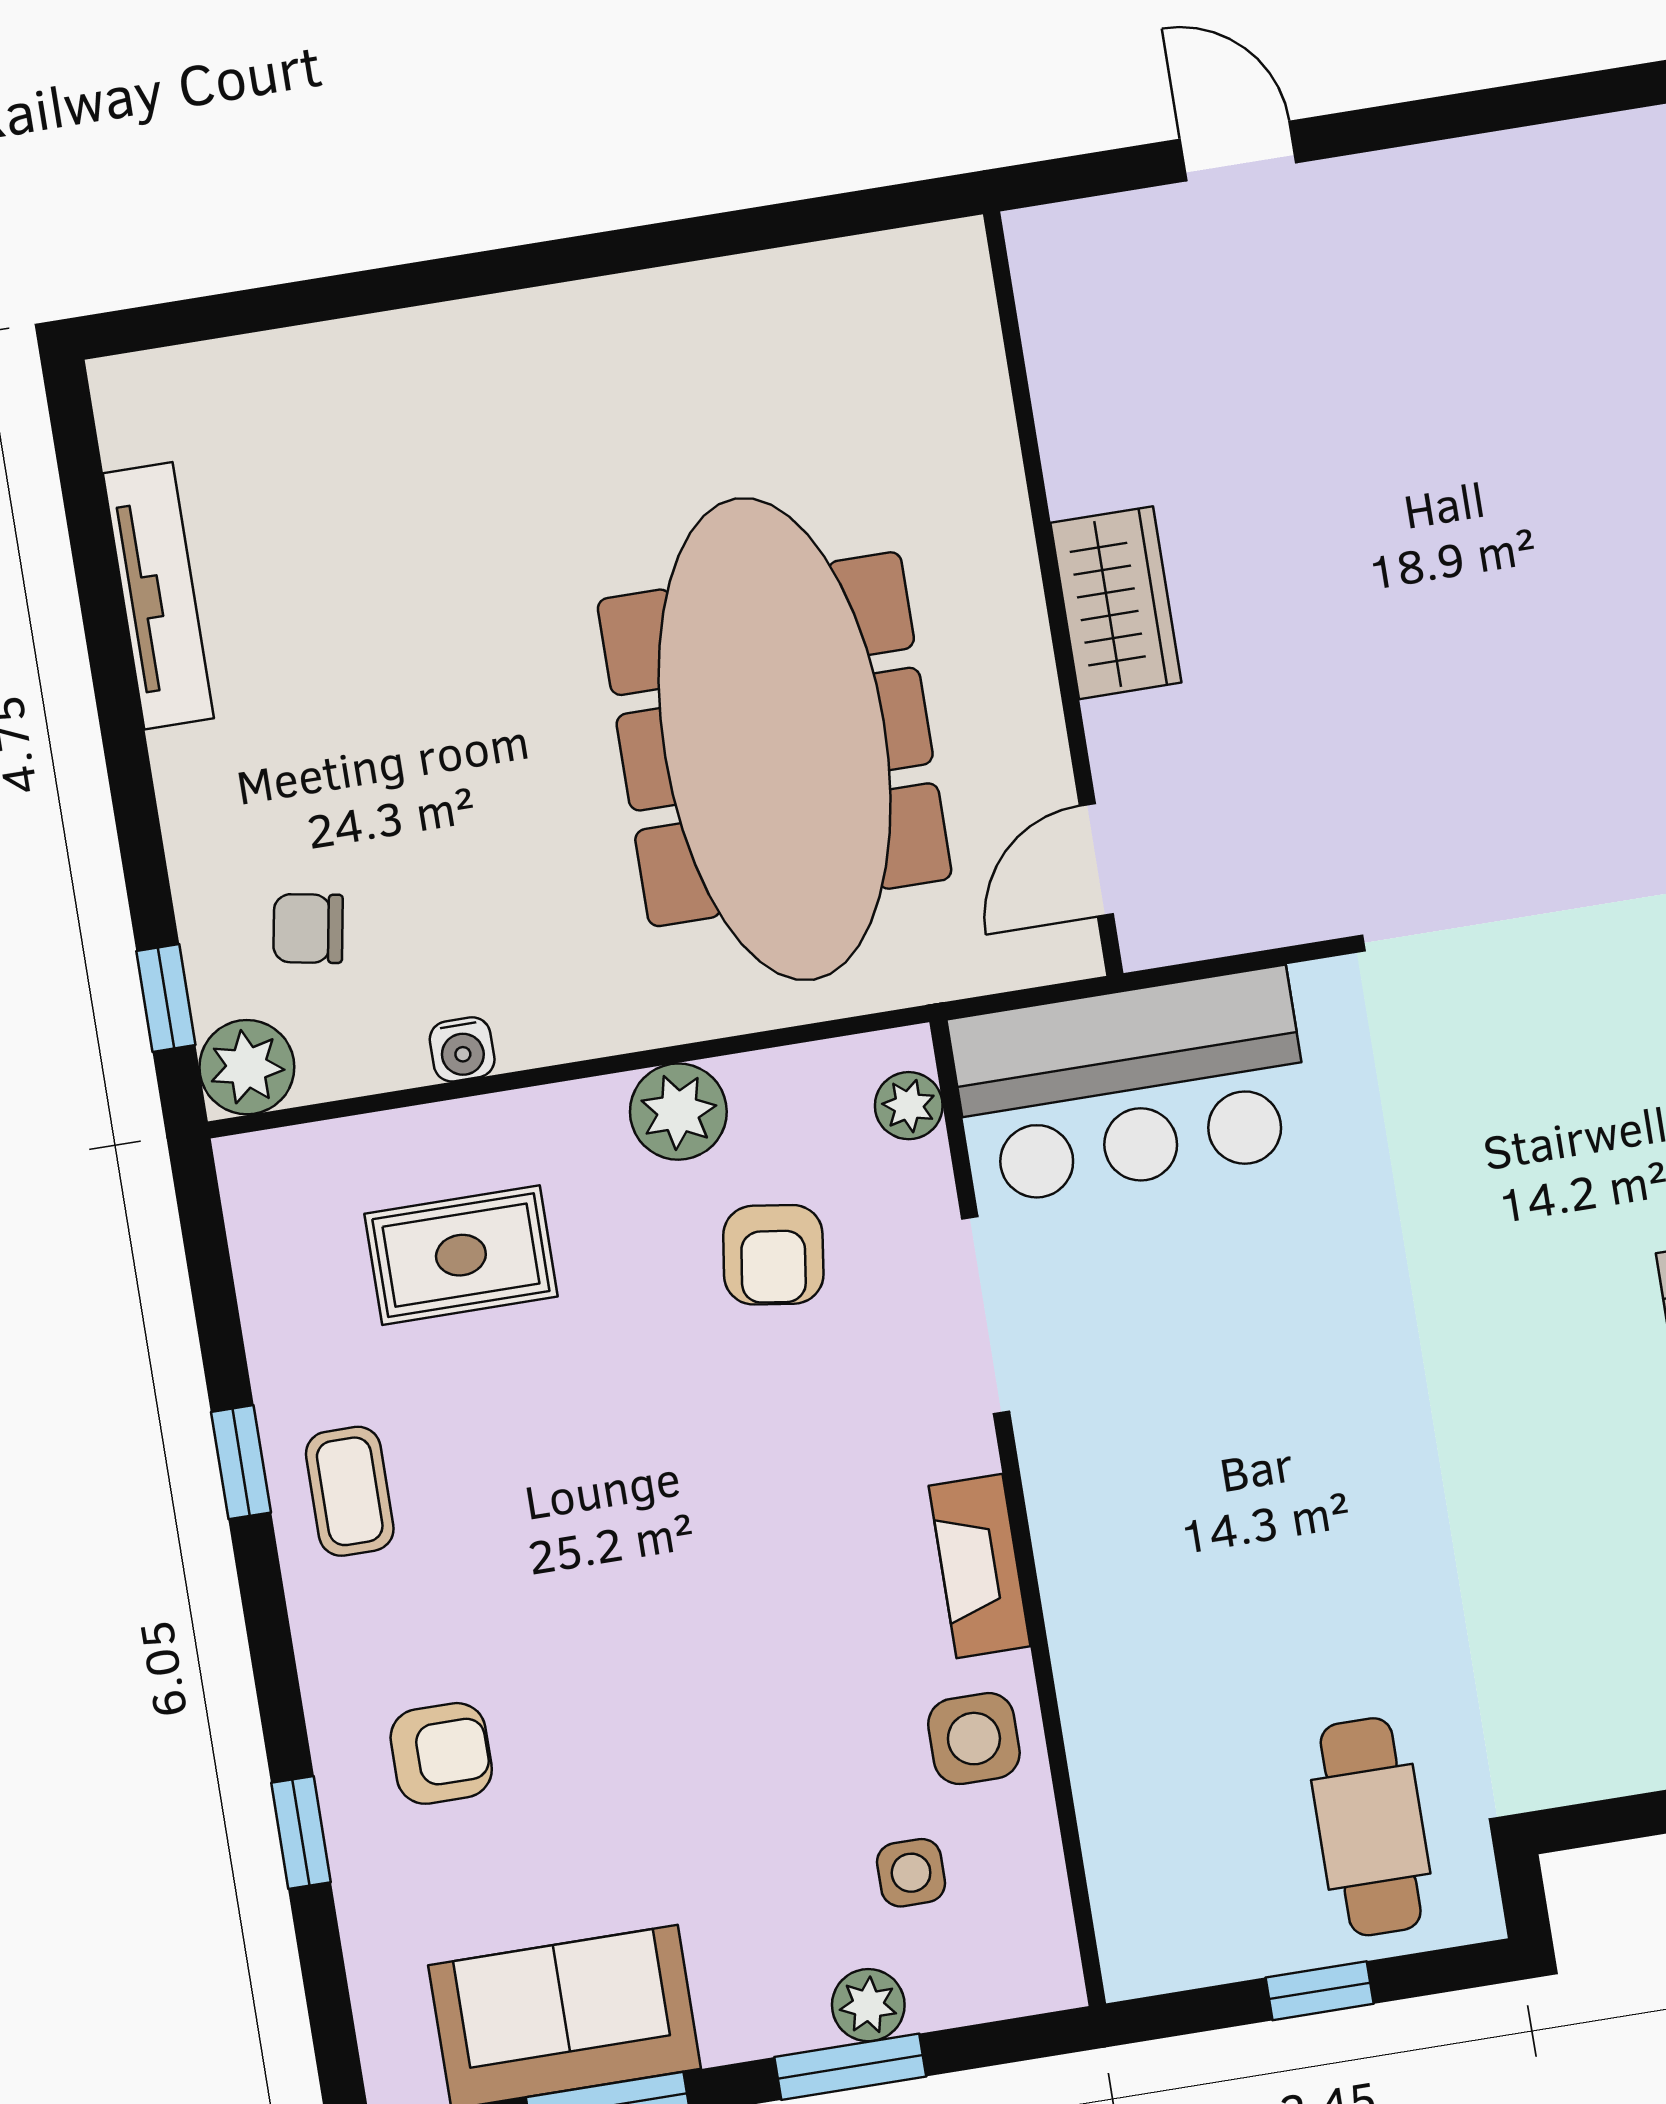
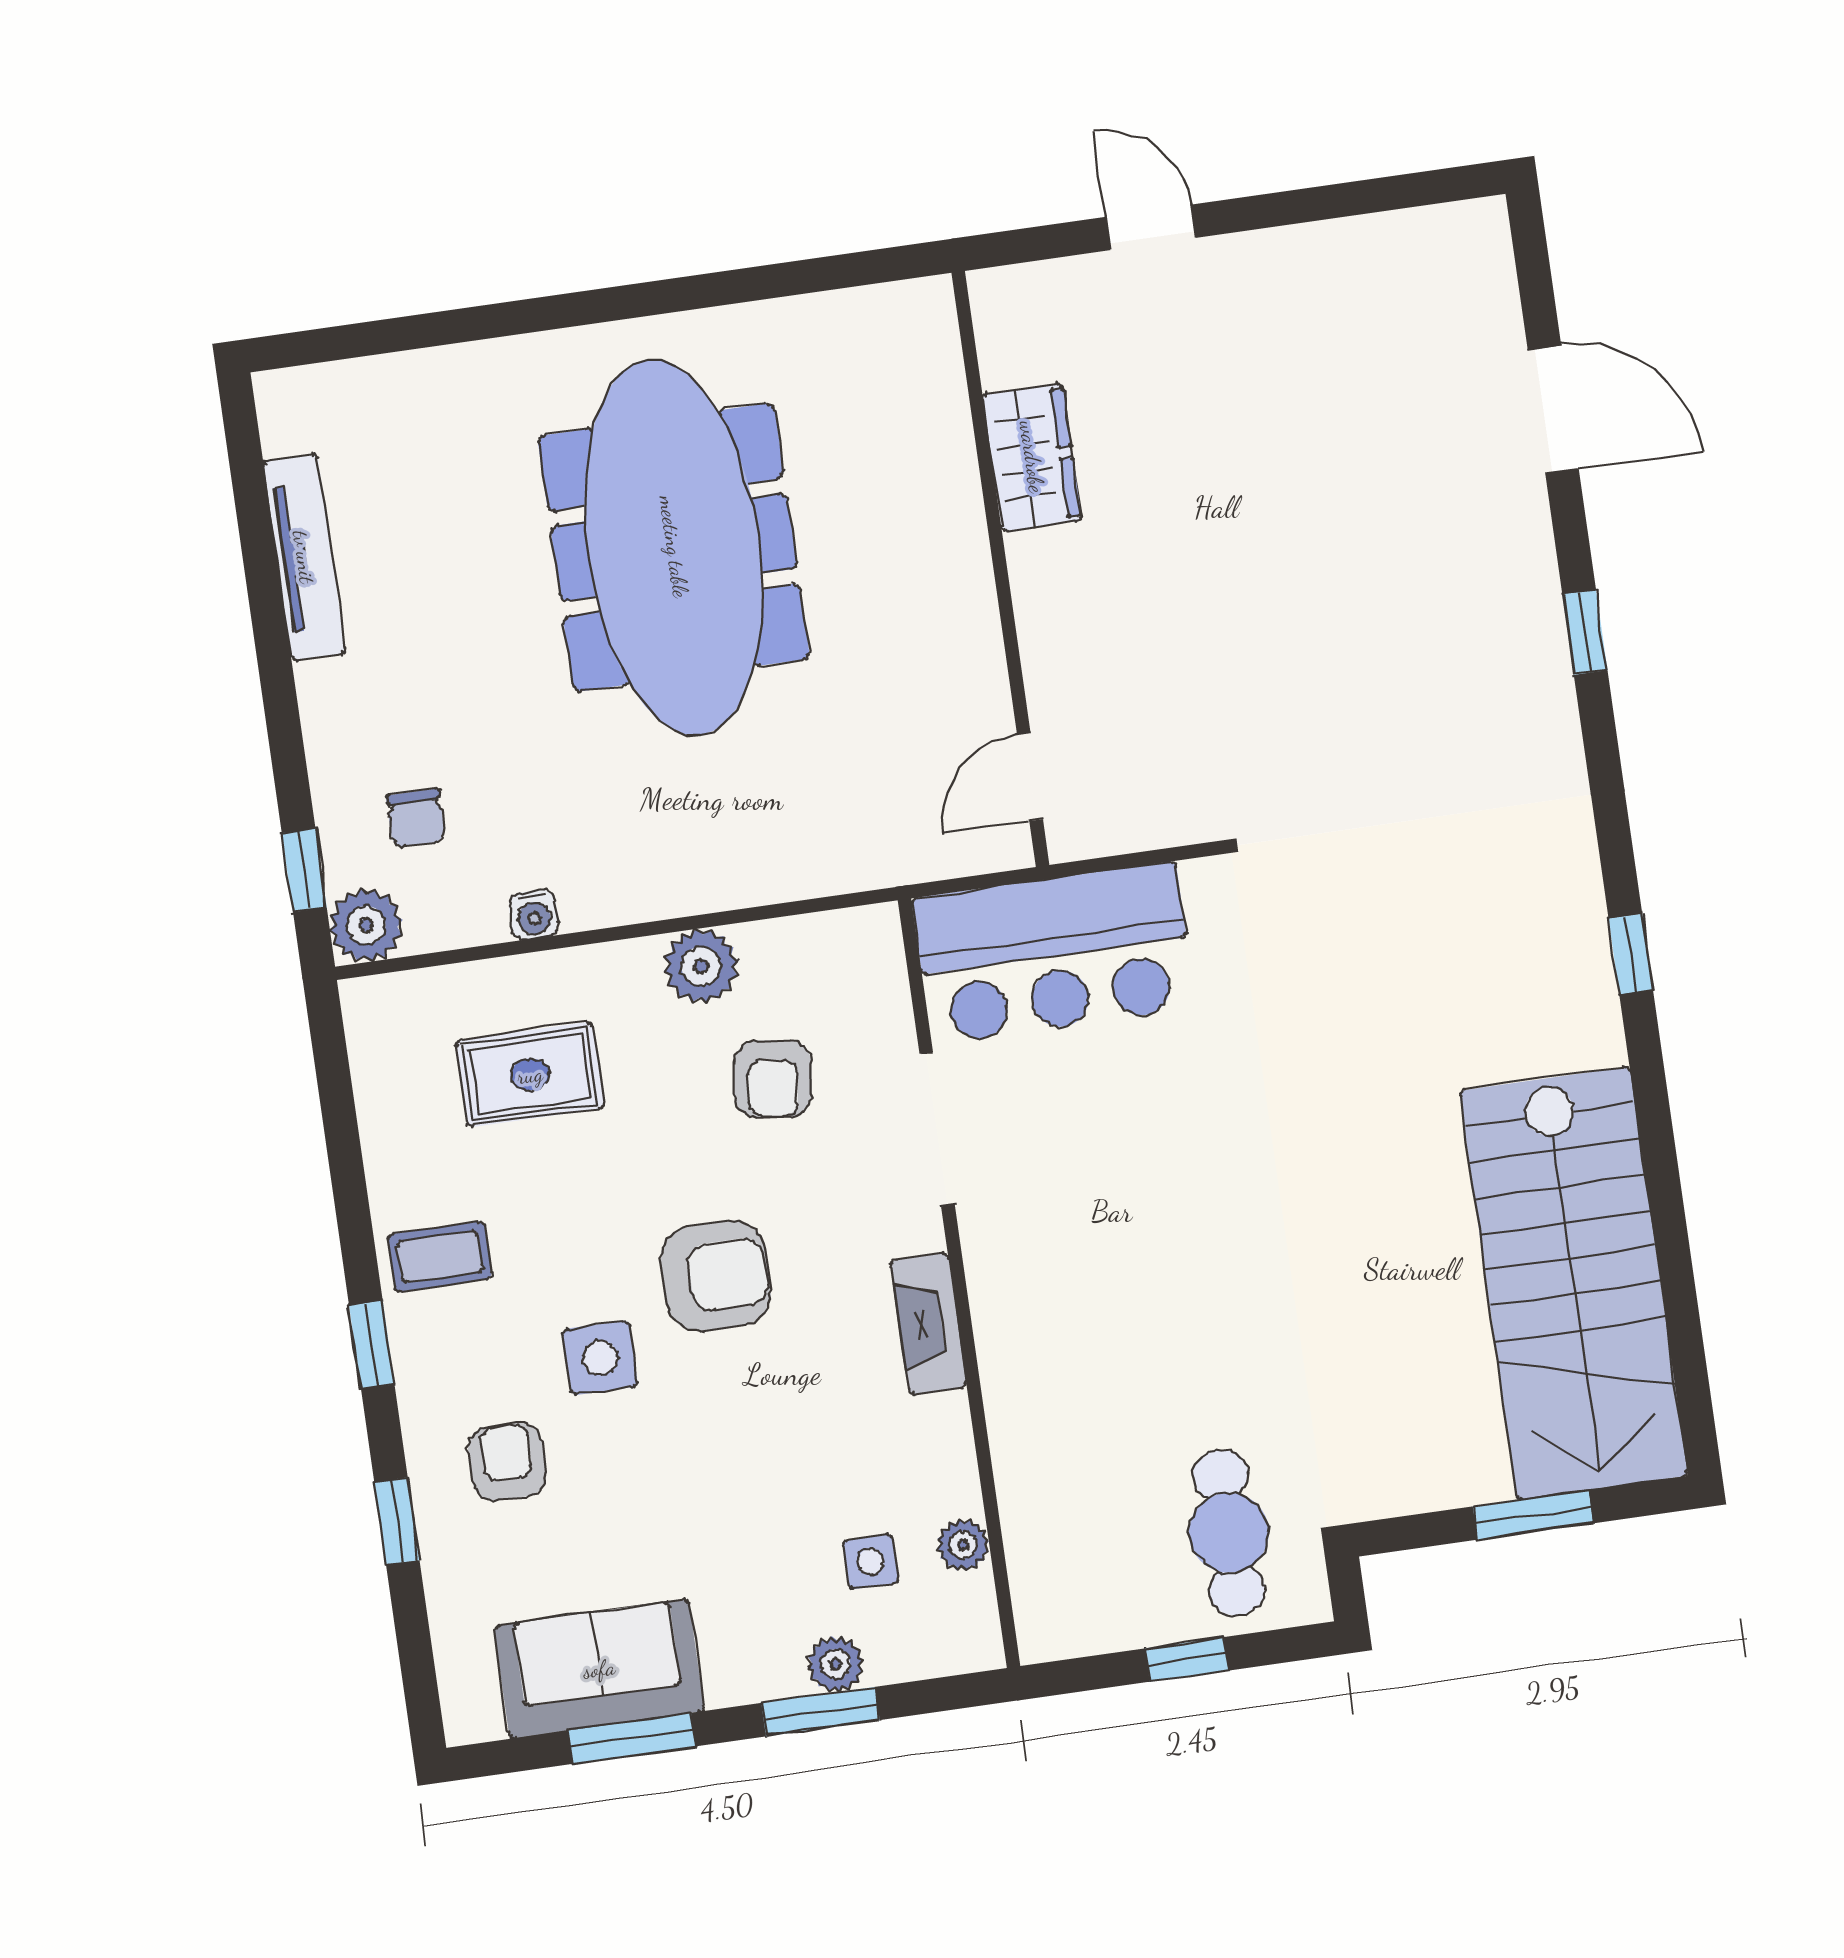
wardrobe: (1116, 603) -> (1032, 457), moved
meeting table: (775, 739) -> (674, 547), moved
chair: (308, 928) -> (416, 818), turned -100
plant: (909, 1106) -> (963, 1545), moved
window: (241, 1462) -> (372, 1345), moved
coffee table: (350, 1491) -> (440, 1257), turned 90
armchair: (705, 1509) -> (716, 1276), added
side table: (974, 1739) -> (600, 1358), moved
armchair: (441, 1753) -> (507, 1462), turned -90

